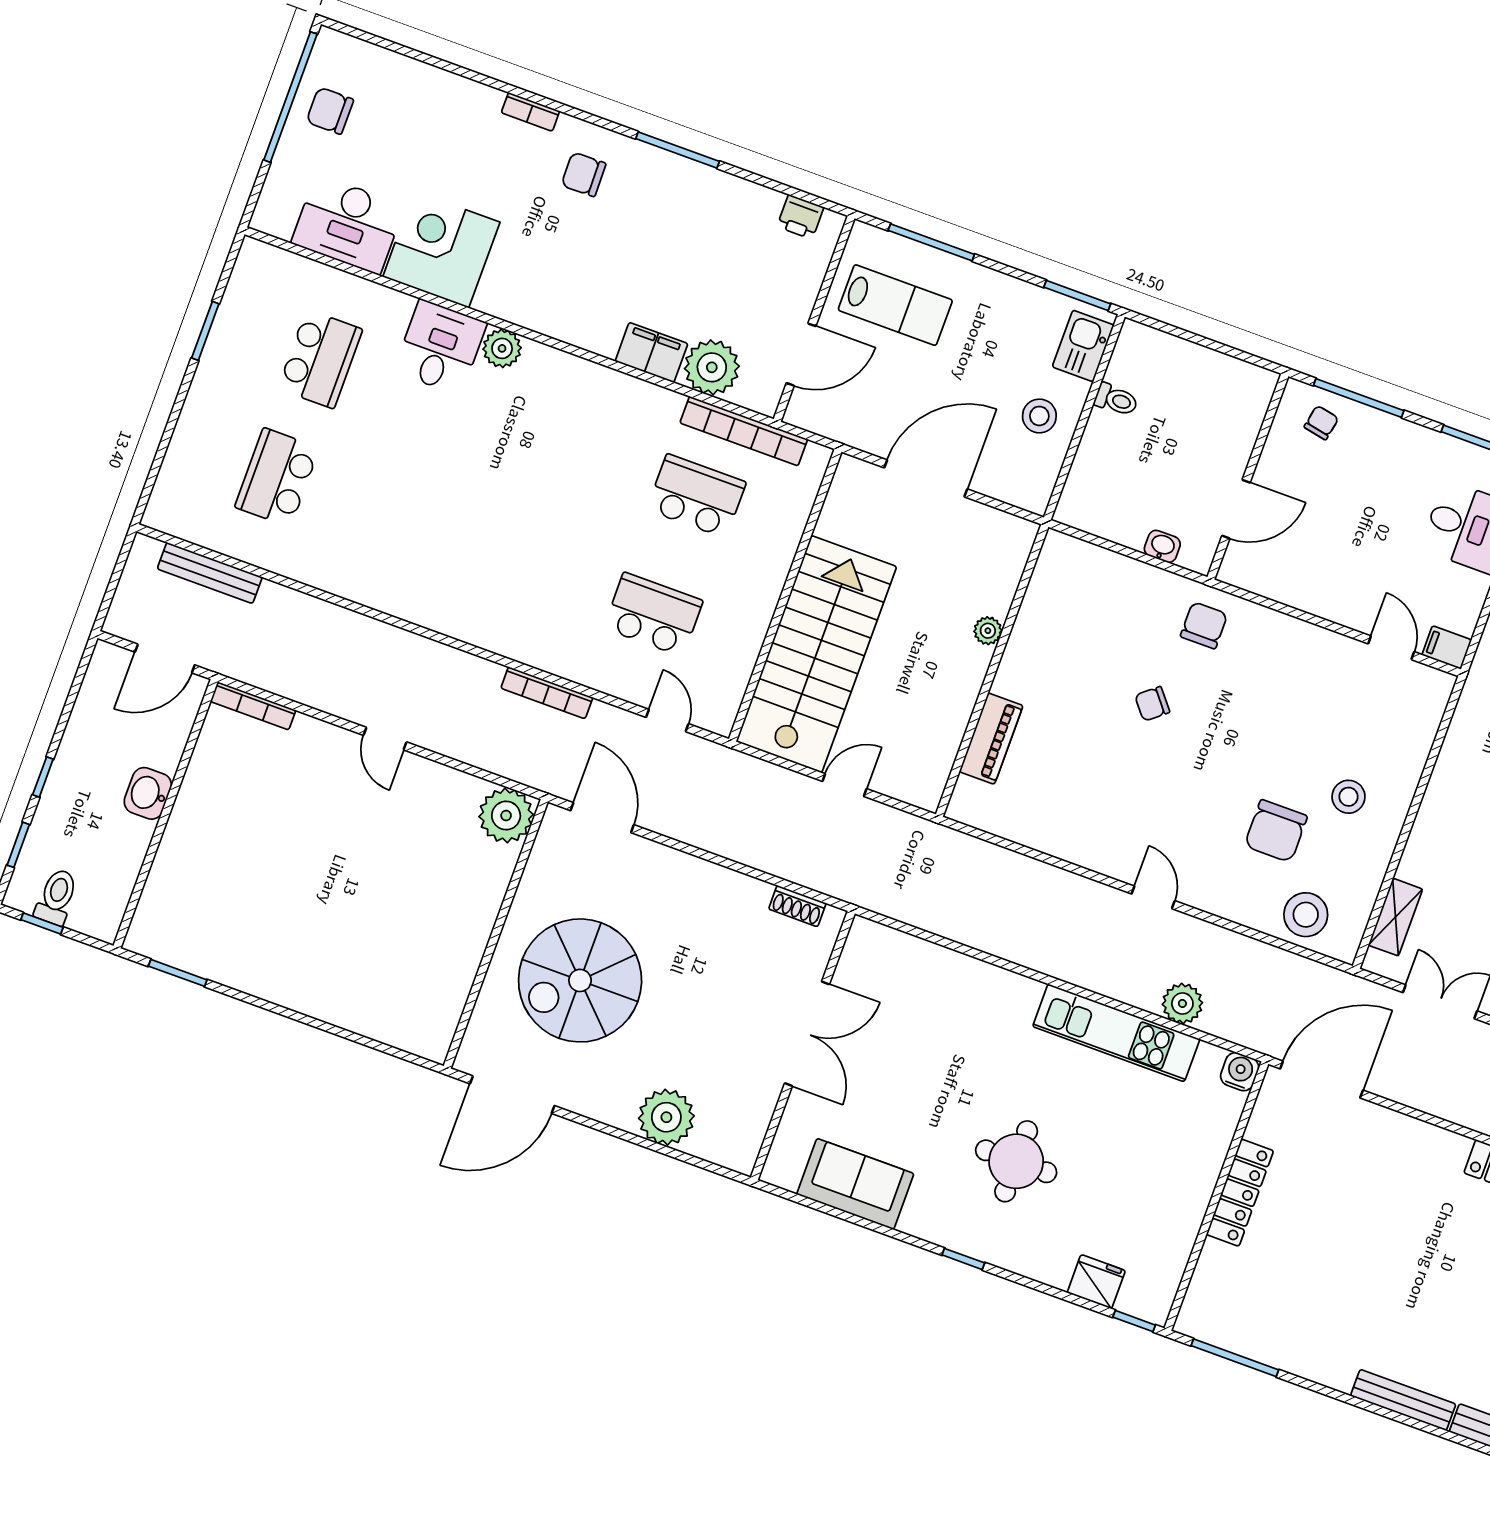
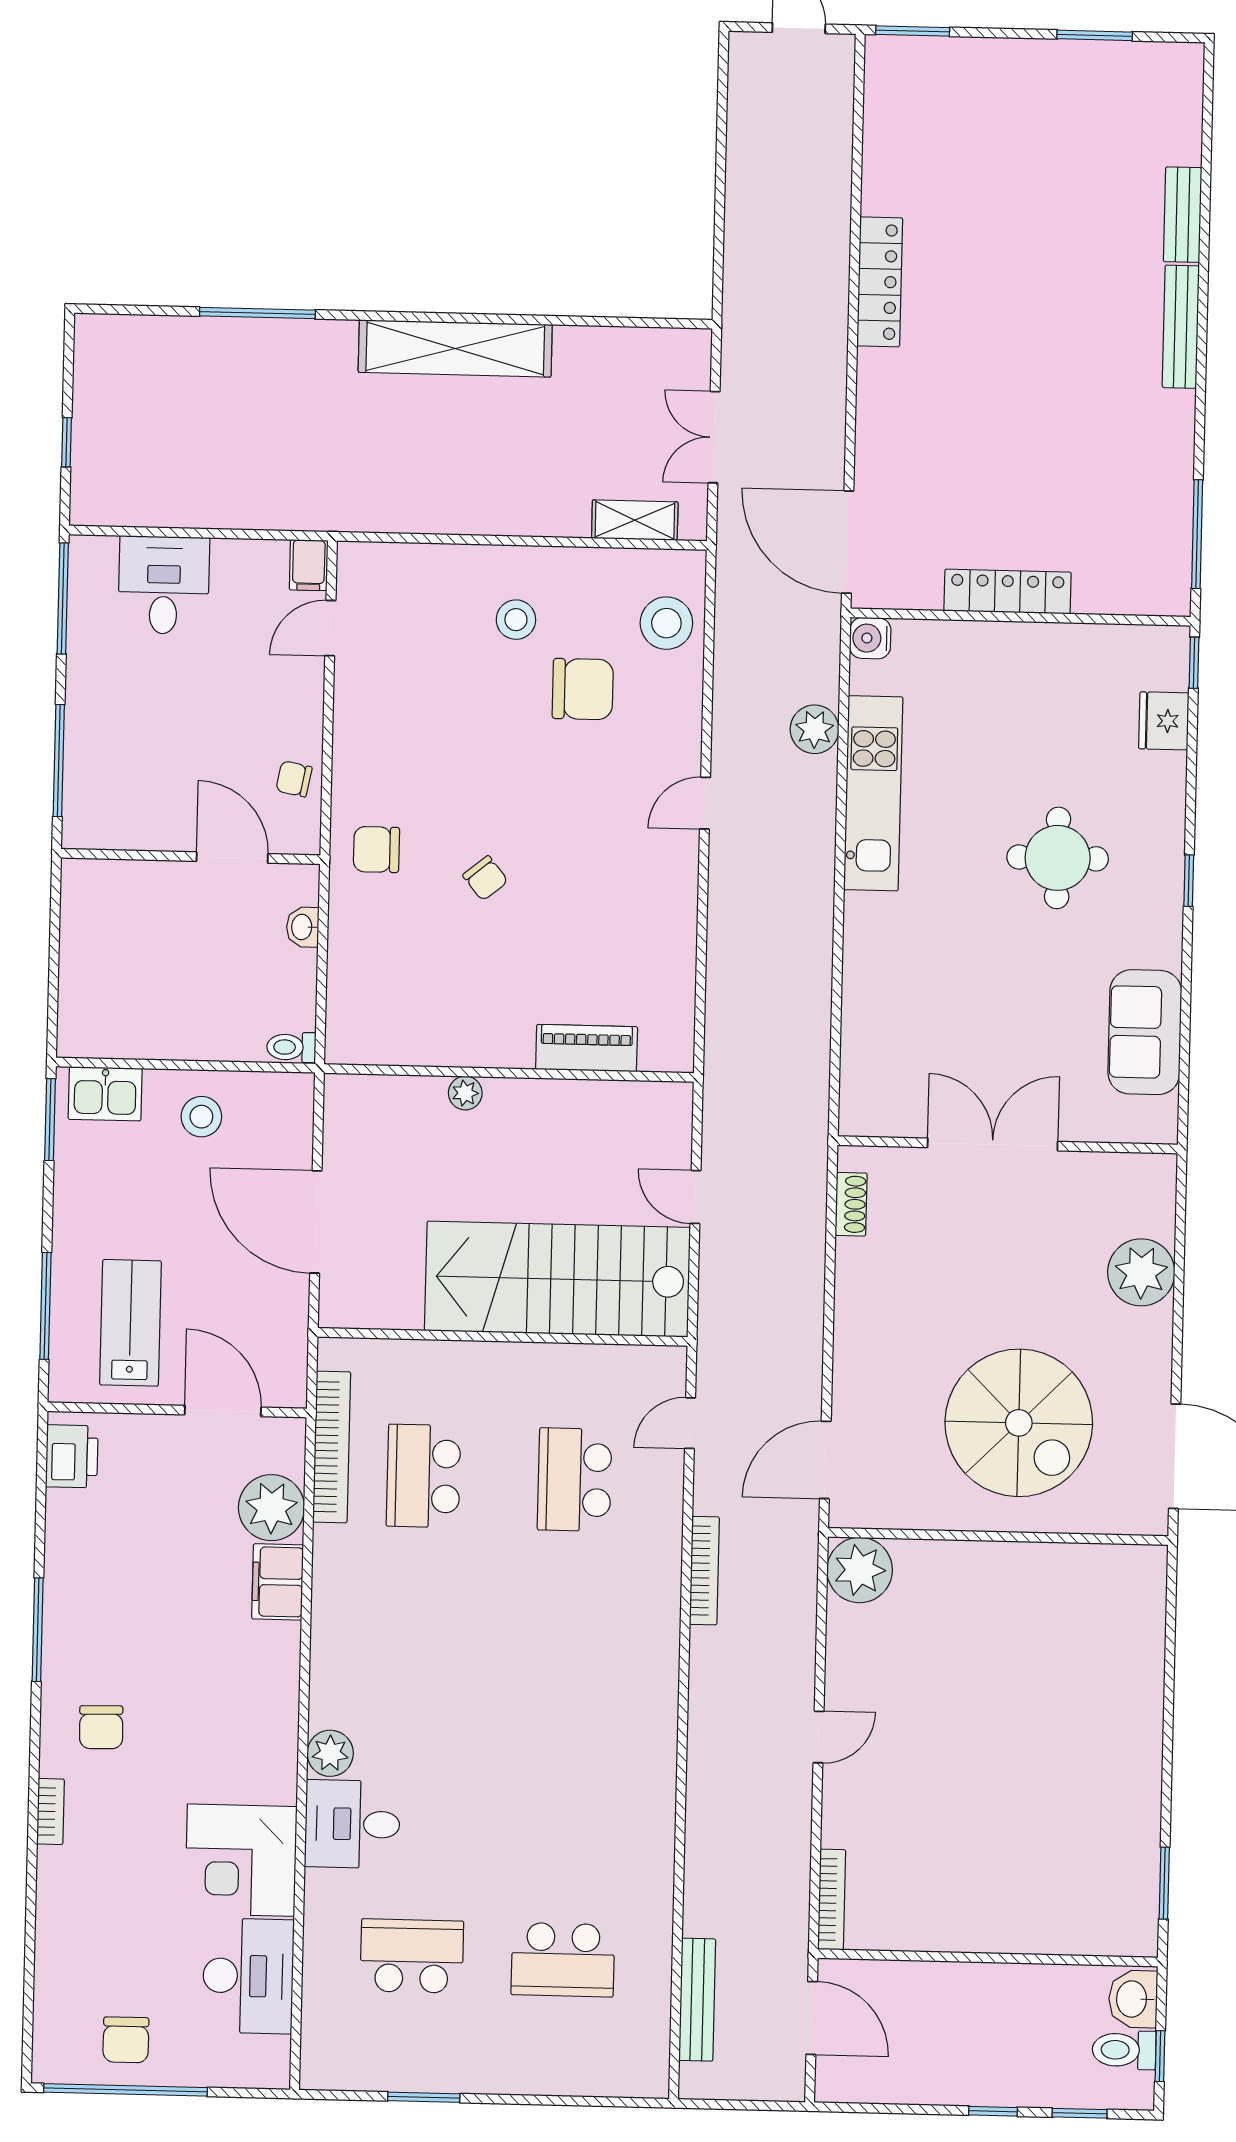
printer: (800, 217) -> (72, 1456), width x1.36, depth x1.24
toilet: (1116, 400) -> (291, 1047), moved, turned -90
chair: (1321, 423) -> (294, 779), moved
washbasin: (148, 793) -> (1133, 1999), moved, turned 90

